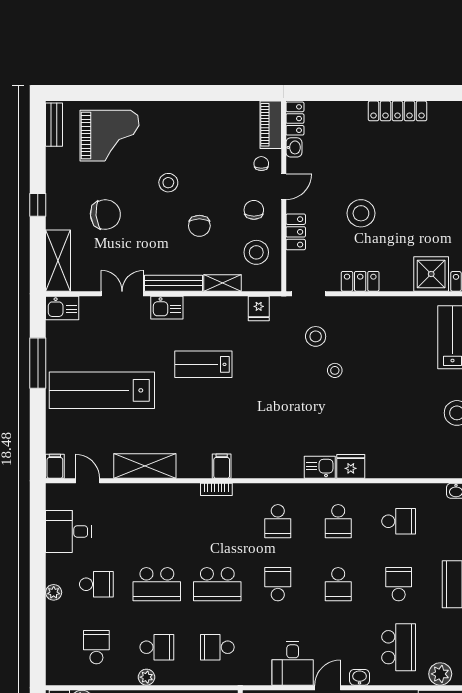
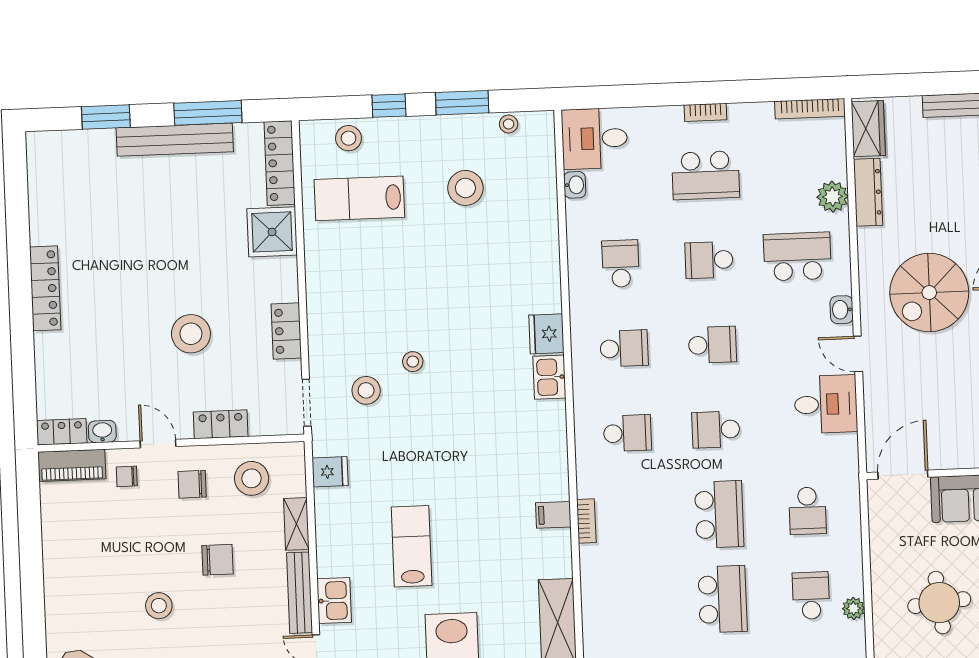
lab bench: (203, 364) -> (412, 546), turned 180

